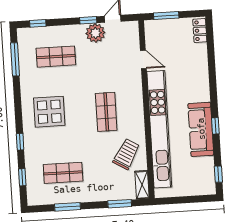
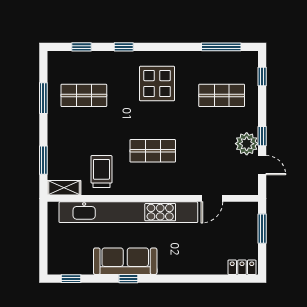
shop shelf: (56, 57) -> (222, 95), turned 90
trolley: (126, 154) -> (101, 172), turned -121
shop shelf: (63, 173) -> (84, 95), turned 90

